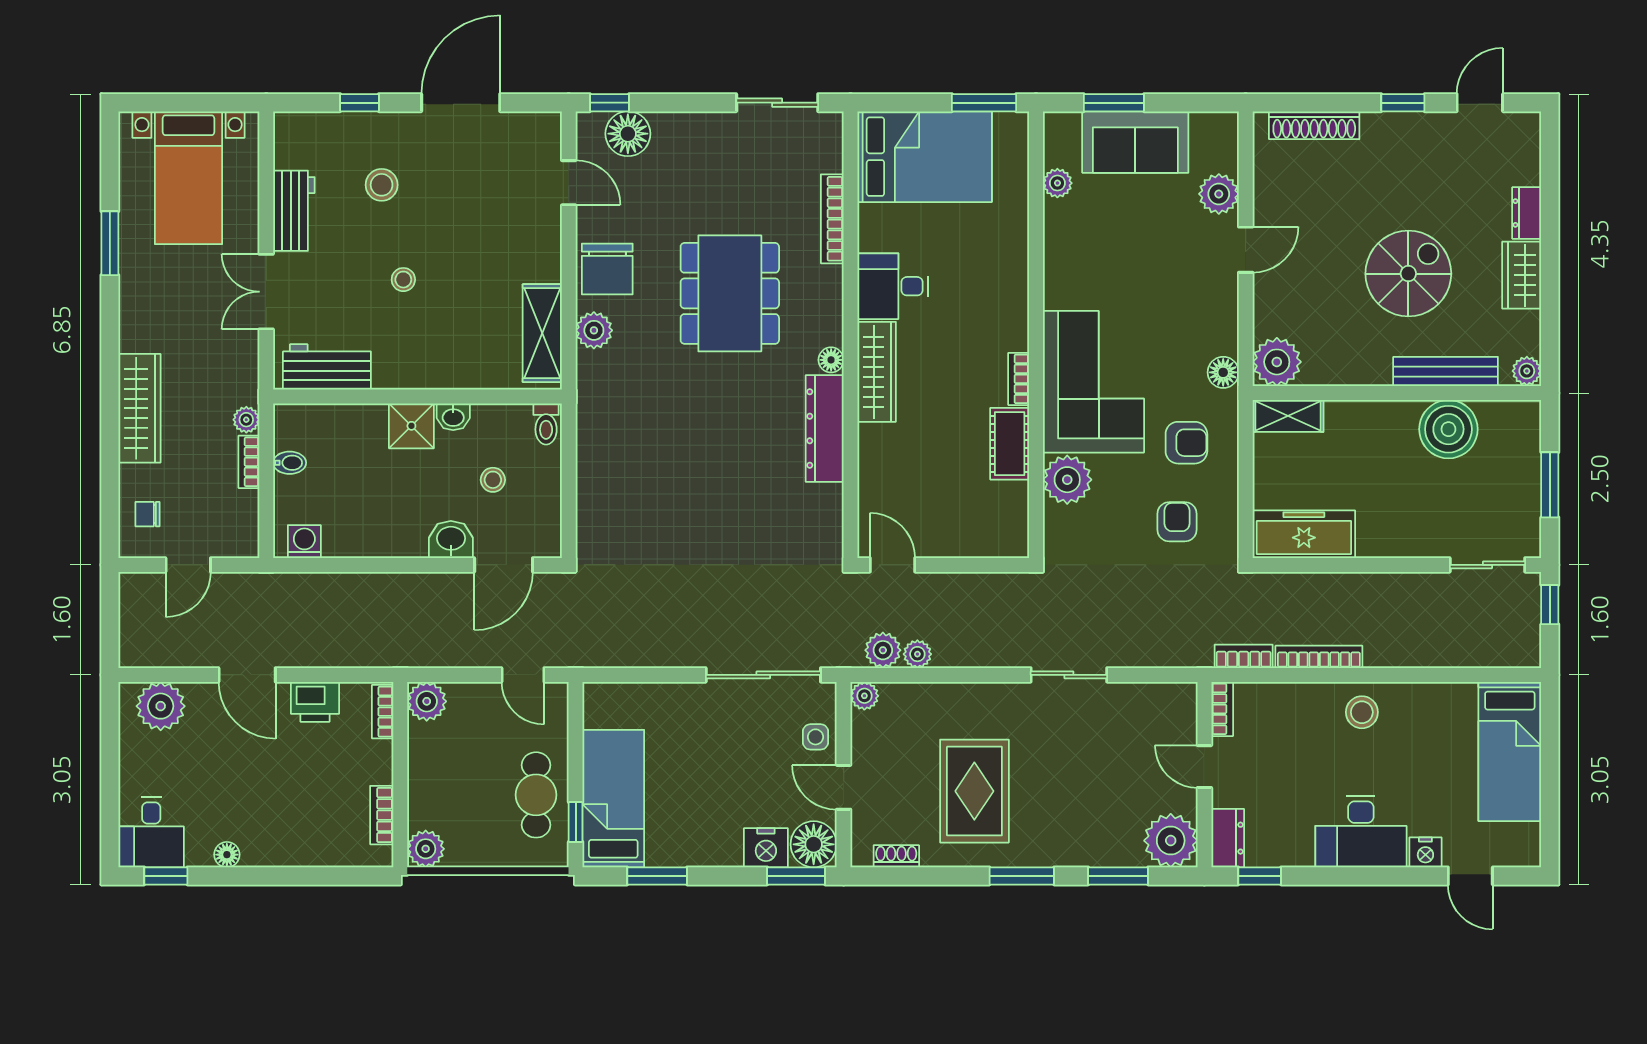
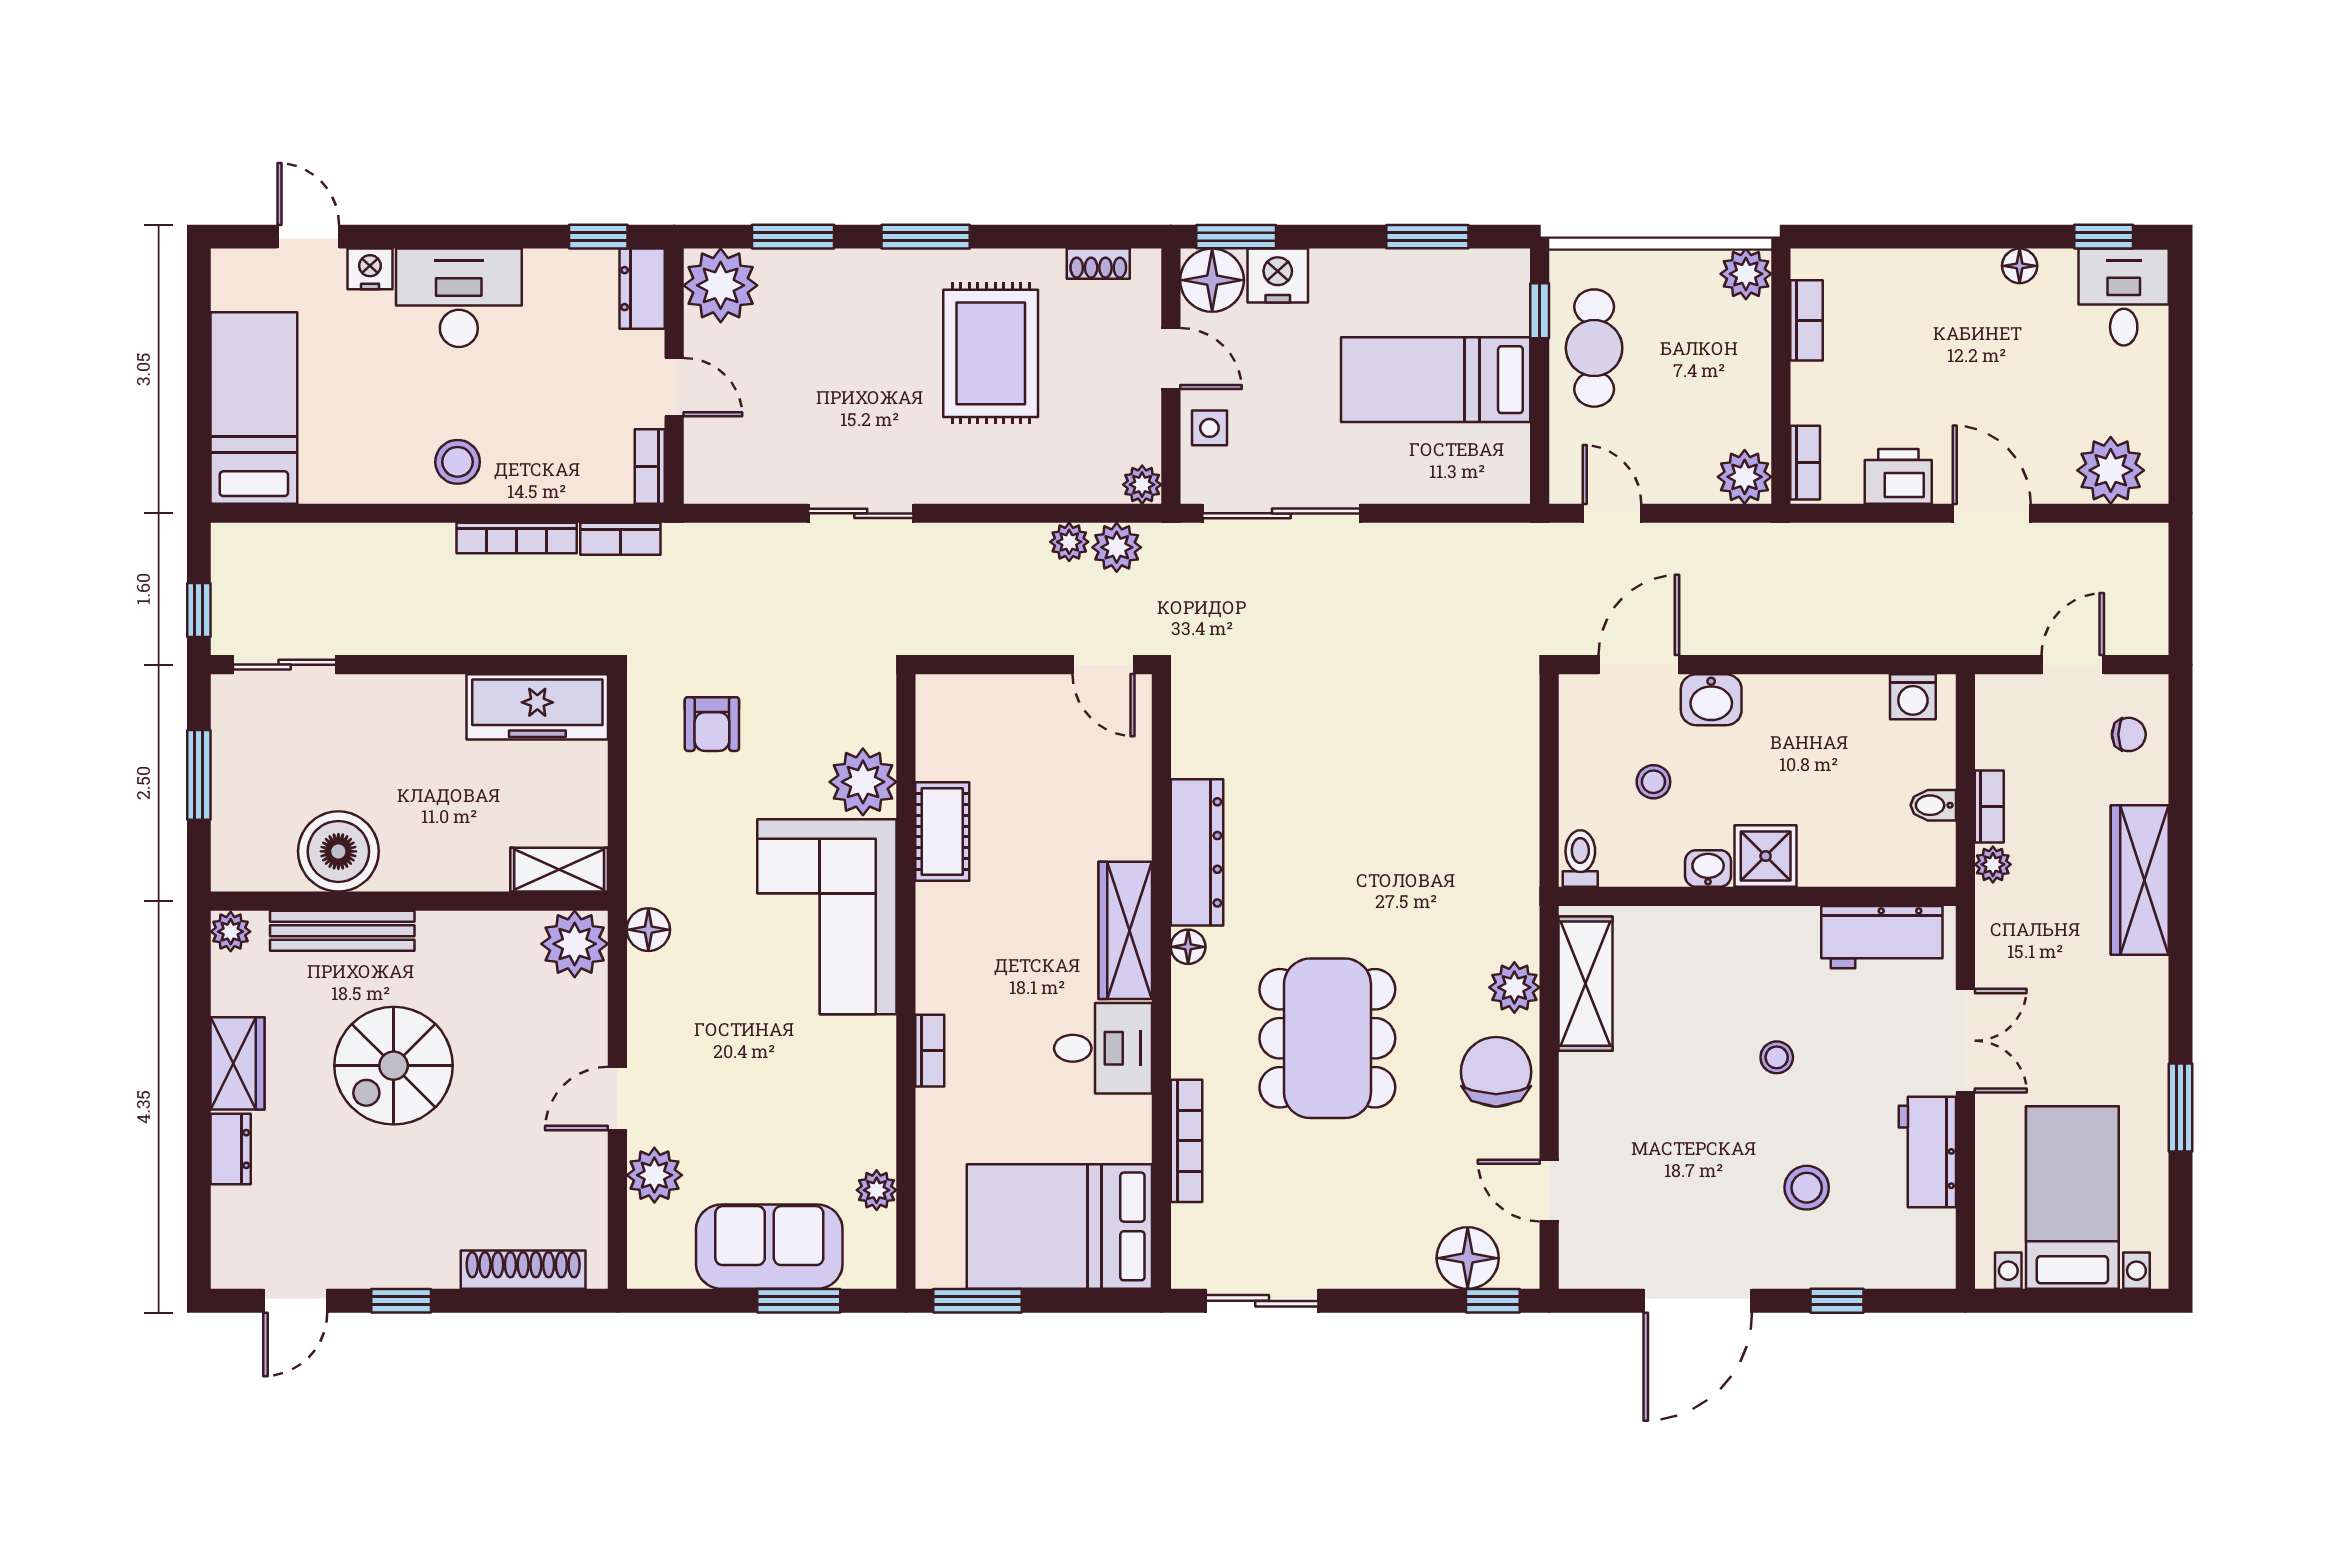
bookcase: (1019, 379) -> (930, 1051), moved
armchair: (1186, 443) -> (699, 833), removed
bed: (613, 799) -> (1436, 380), moved, turned 90

